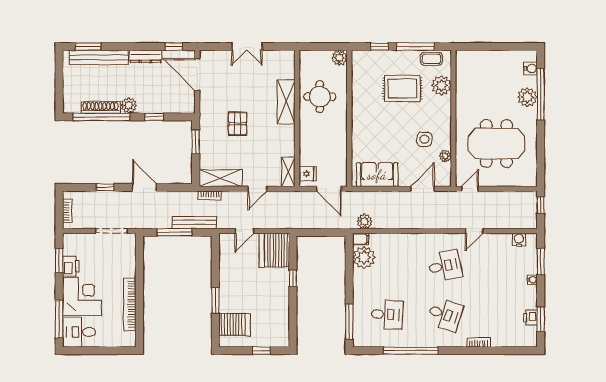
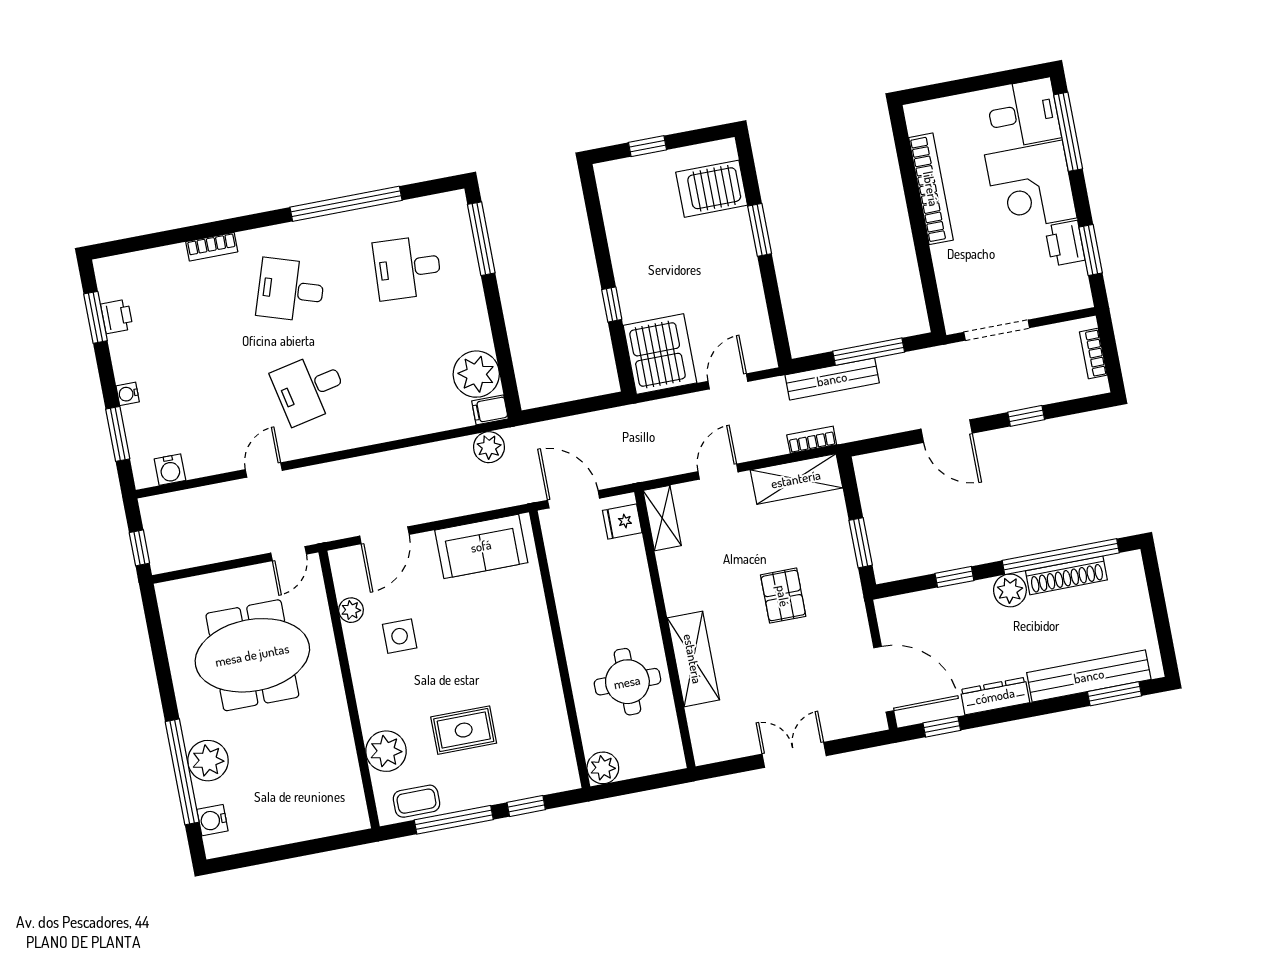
rug: (402, 89) -> (464, 730), width x0.73, depth x0.70

